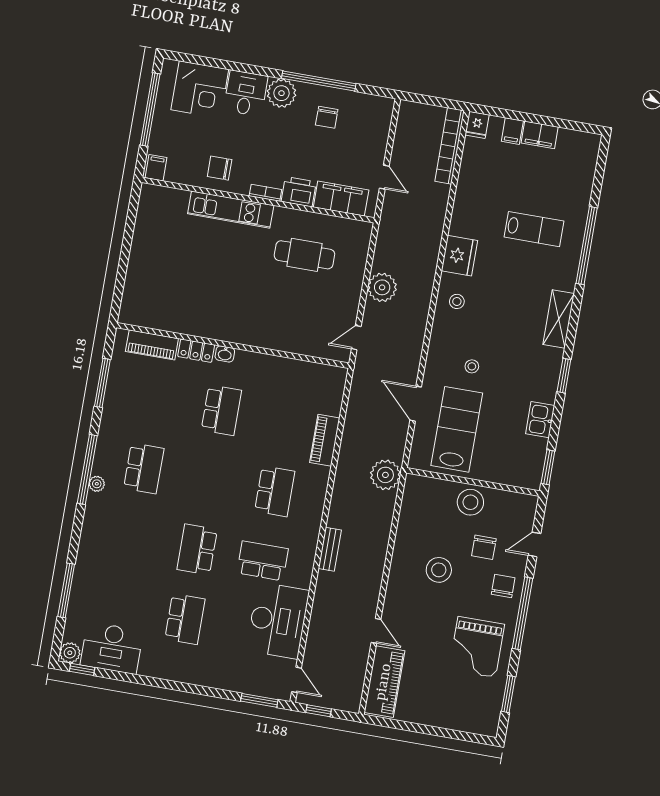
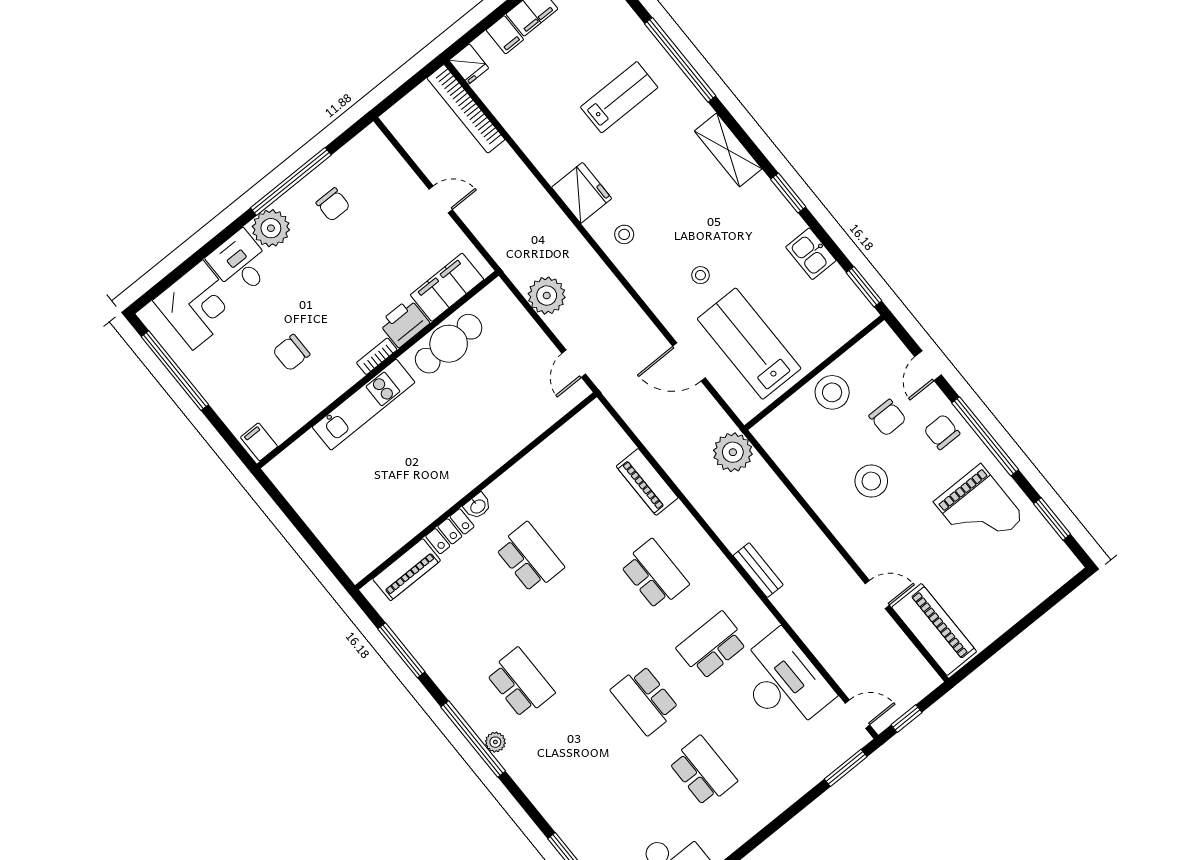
filing cabinet: (156, 168) -> (259, 442), moved
printer: (299, 192) -> (404, 323), moved
bookcase: (265, 193) -> (377, 356), moved
filing cabinet: (341, 199) -> (447, 287), moved
wall: (258, 200) -> (378, 370), moved
kitchen unit: (231, 210) -> (364, 405), moved

